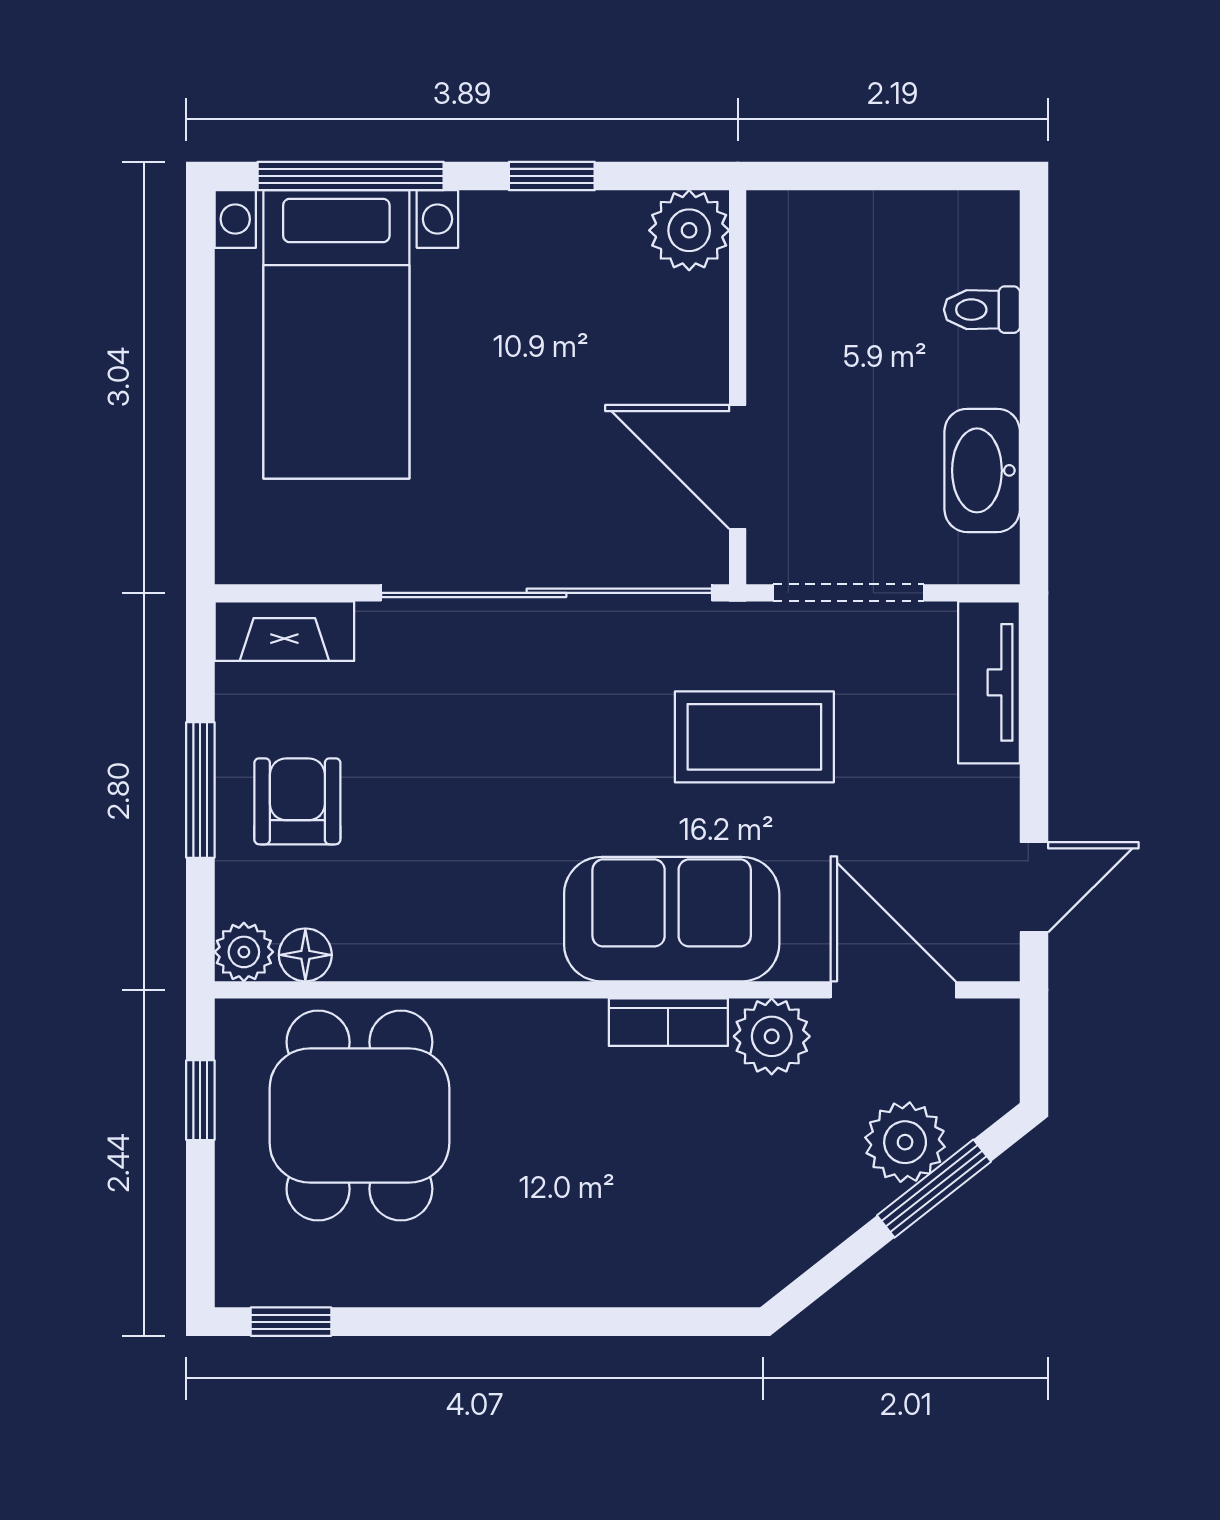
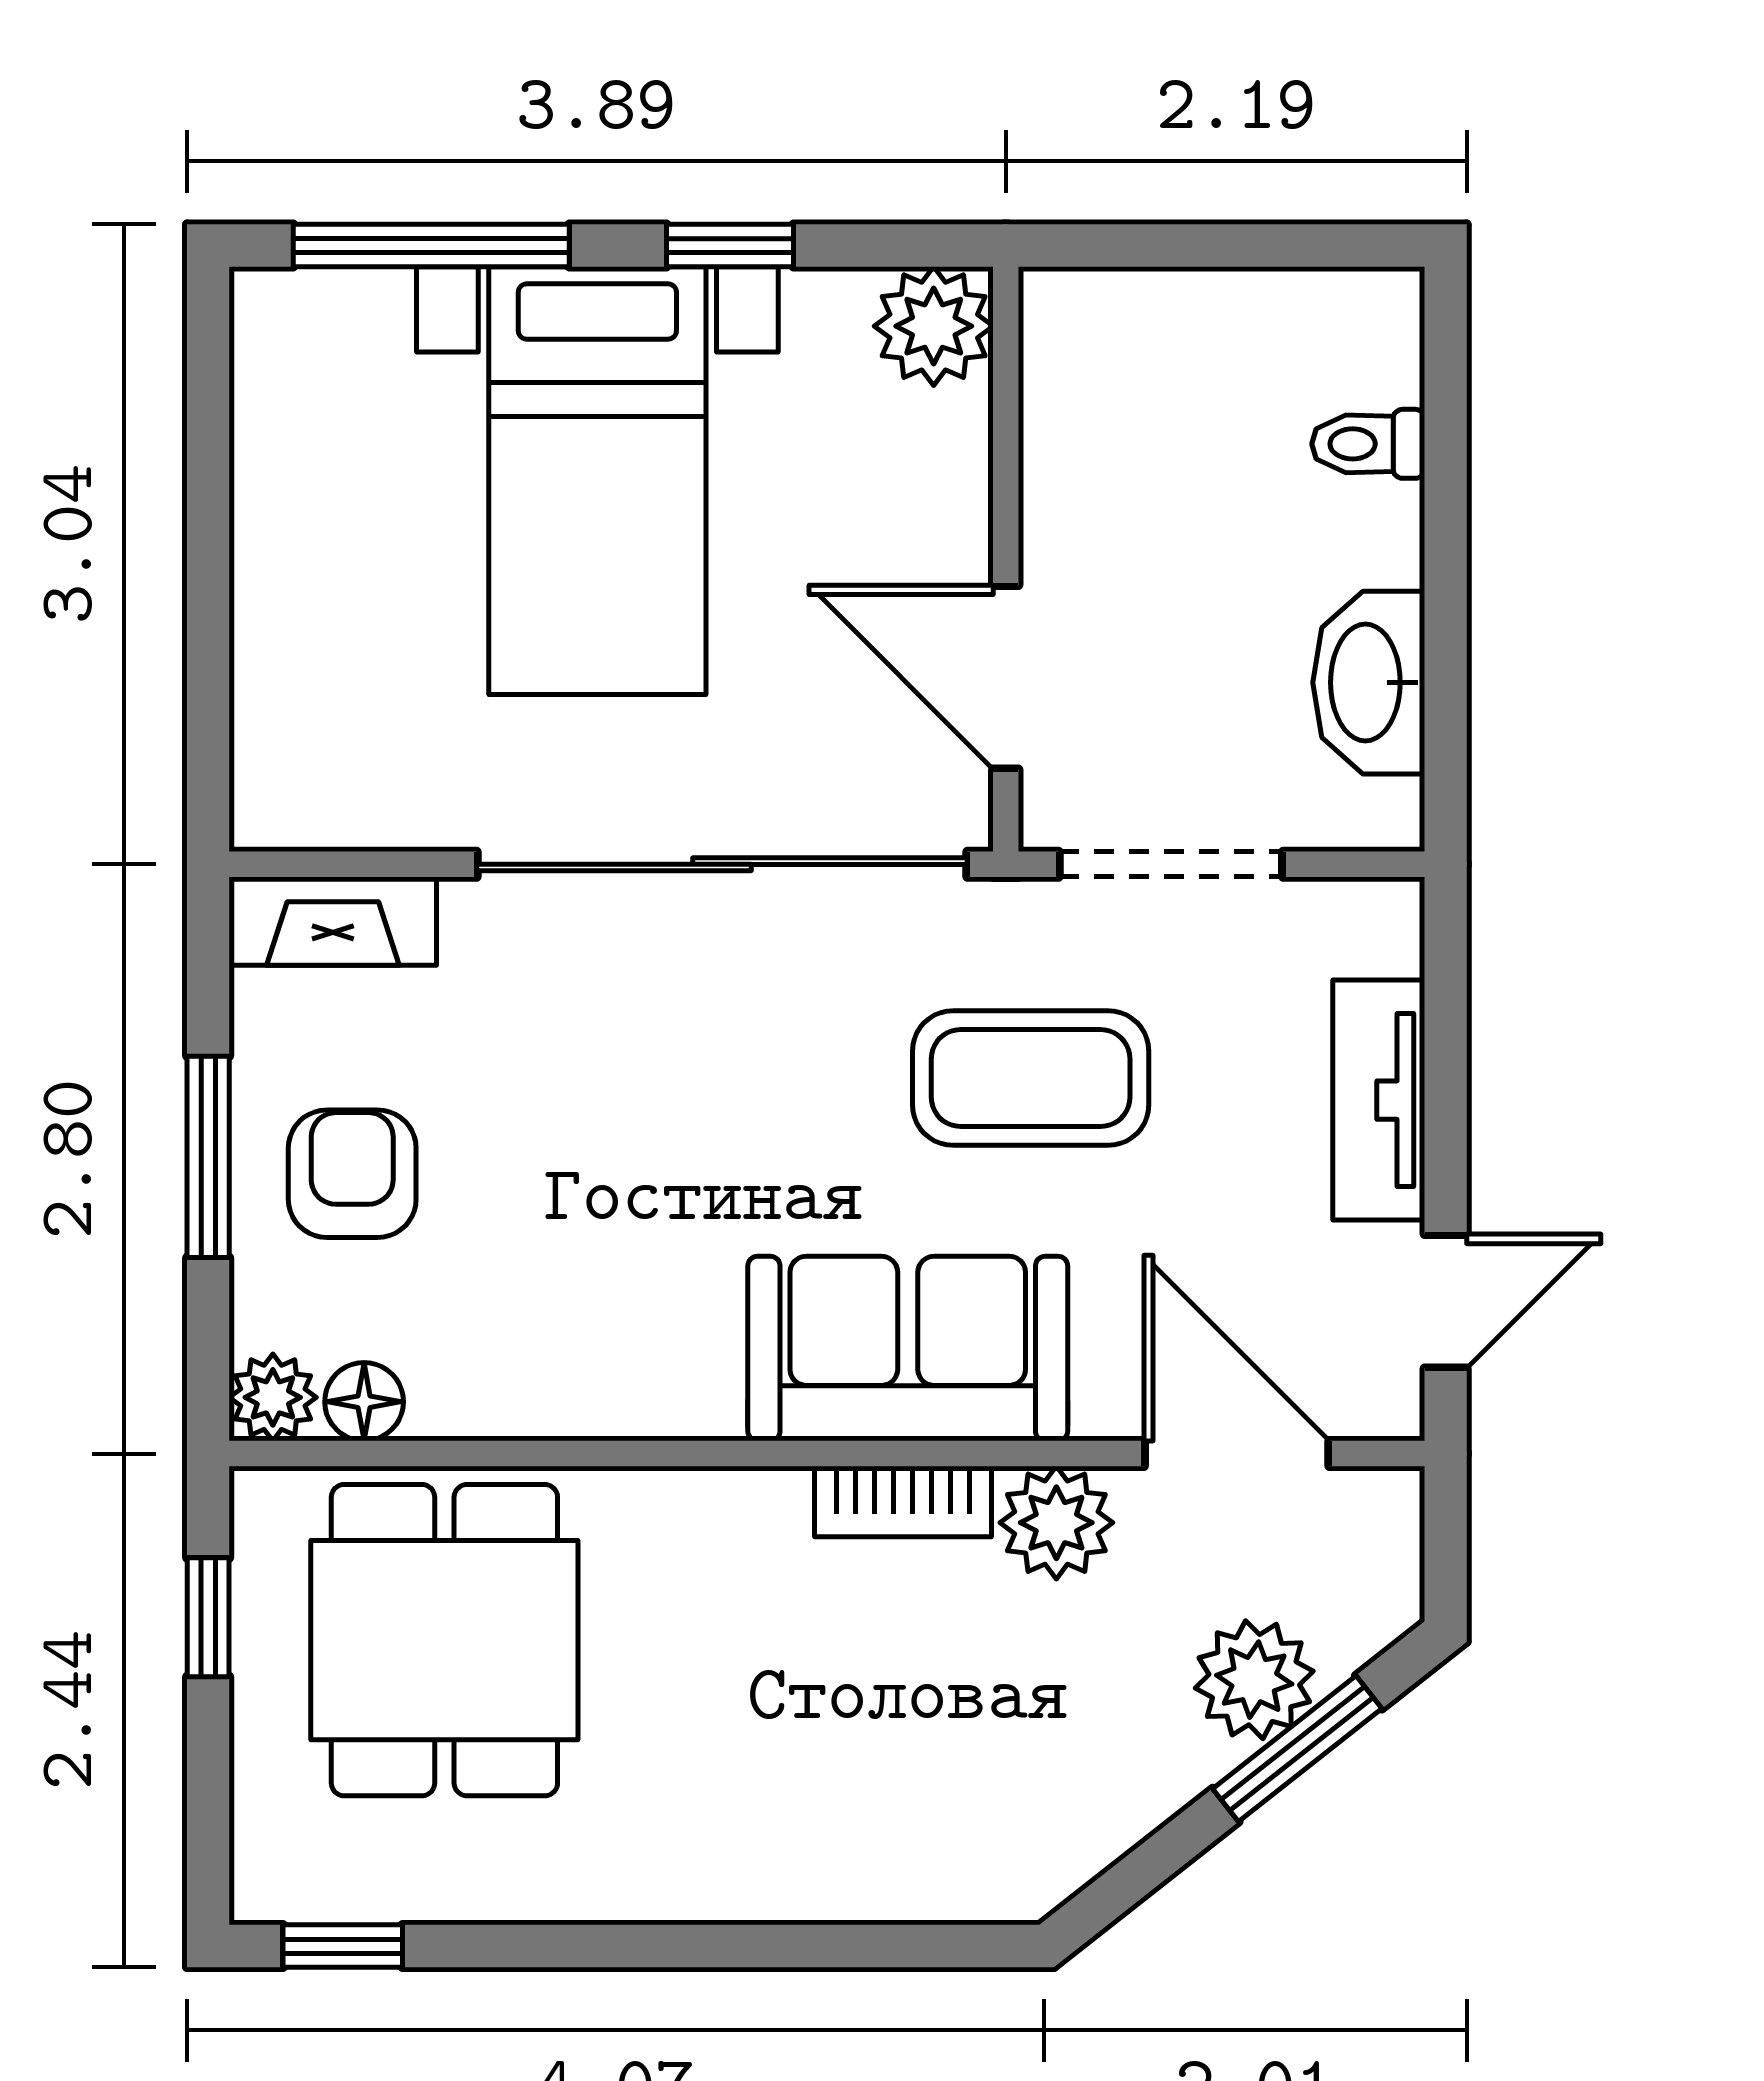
bed with nightstands: (336, 334) -> (597, 481), moved
tv unit: (989, 682) -> (1379, 1100), moved

